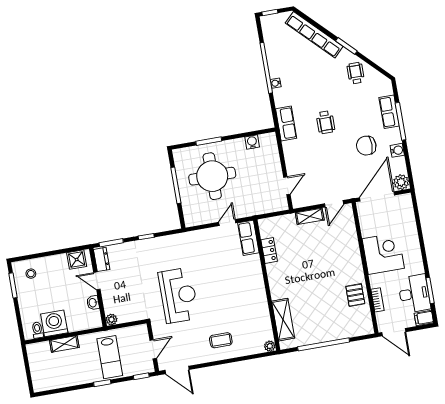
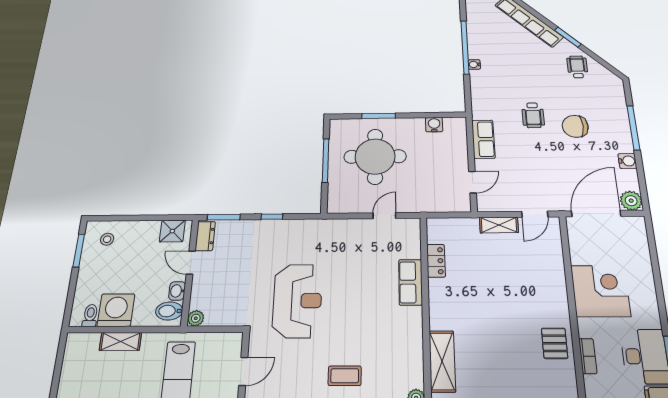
row of seats: (389, 112) -> (619, 115), removed
row of seats: (286, 123) -> (483, 139), moved
chair: (366, 146) -> (575, 126), moved
row of seats: (248, 238) -> (410, 282), moved
bidet: (92, 318) -> (169, 311), added

